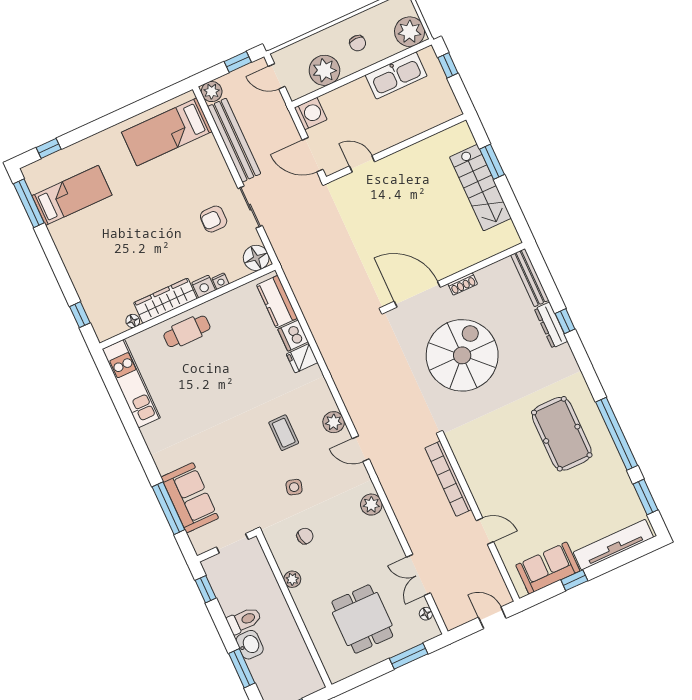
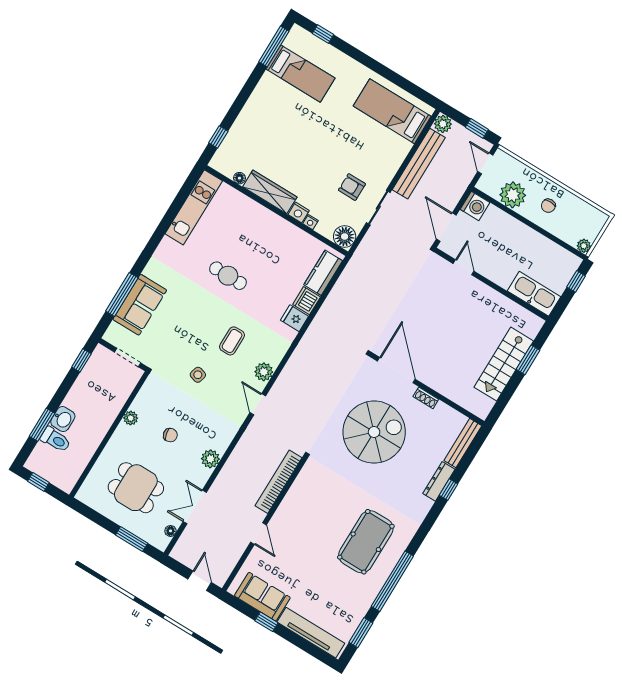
plant: (410, 32) -> (584, 246), width x0.53, depth x0.53
kitchen sink: (396, 75) -> (534, 294), moved, turned 180
cafe table: (187, 331) -> (228, 276), moved
plant: (371, 505) -> (210, 459), moved
chair: (305, 536) -> (170, 435), moved
dining table: (362, 619) -> (136, 488), turned 90
toilet: (244, 620) -> (56, 440), moved

